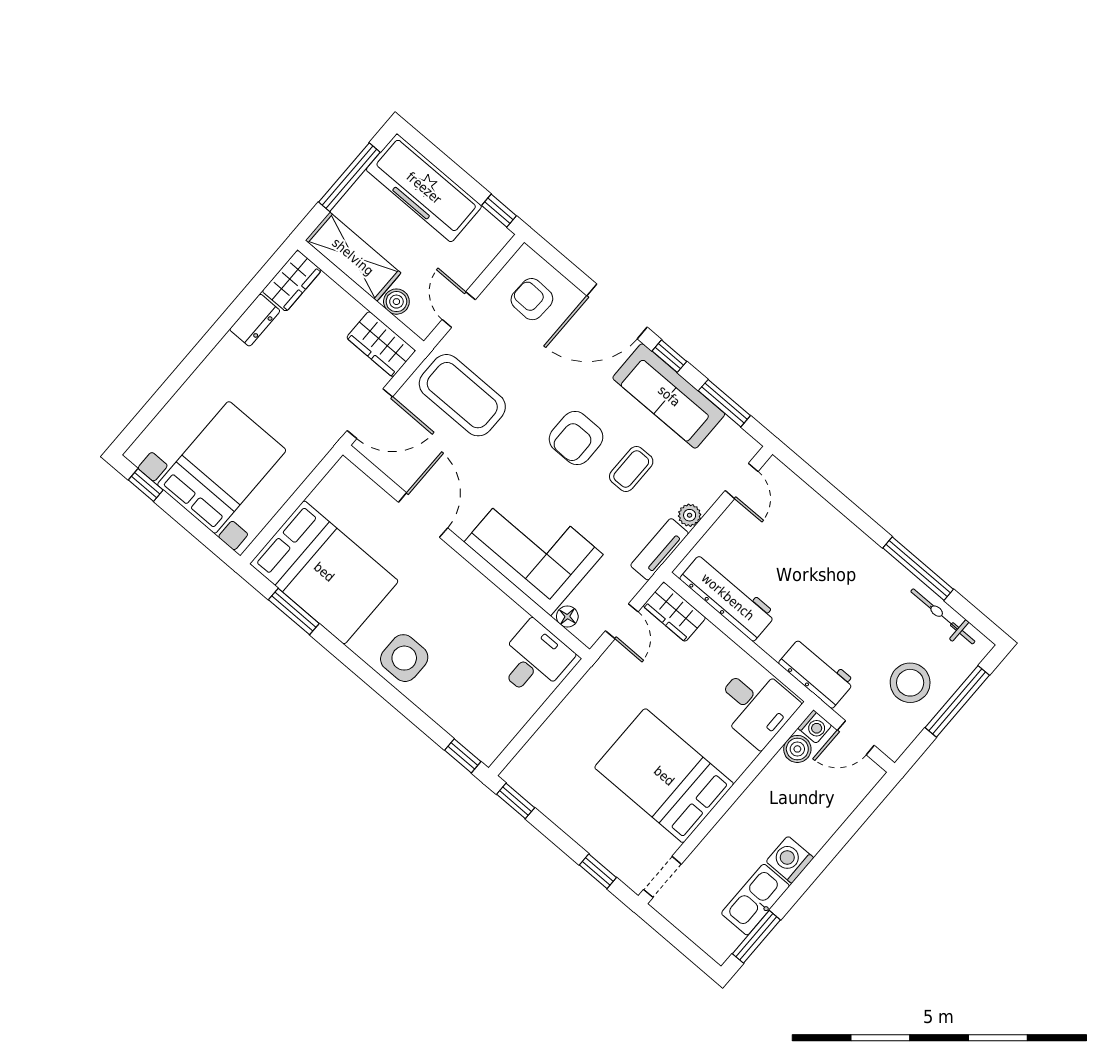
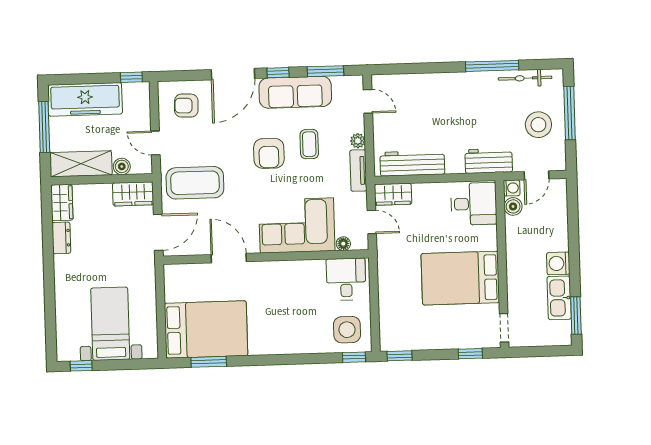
bed with nightstands: (222, 467) -> (110, 324), width x0.73
side table: (404, 658) -> (347, 330), moved

